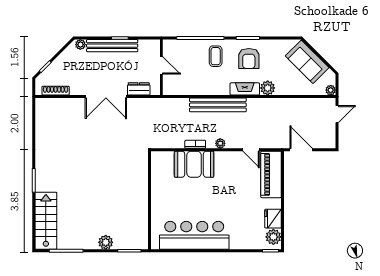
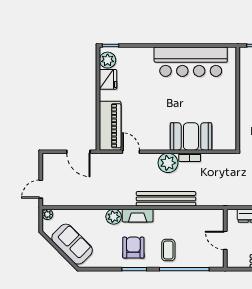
plant: (220, 143) -> (168, 163), width x1.87, depth x1.87

